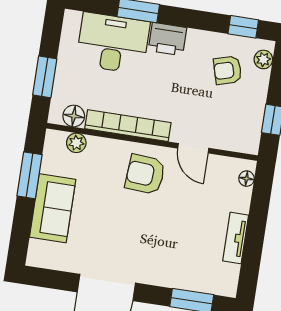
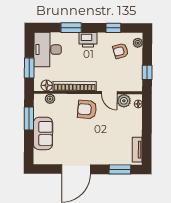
window: (243, 27) -> (113, 28), moved
desk: (113, 43) -> (48, 50), moved, turned -90
plant: (220, 168) -> (124, 101), added
tv unit: (236, 238) -> (137, 150), moved

